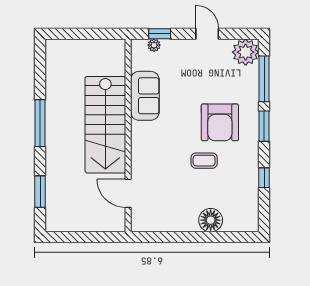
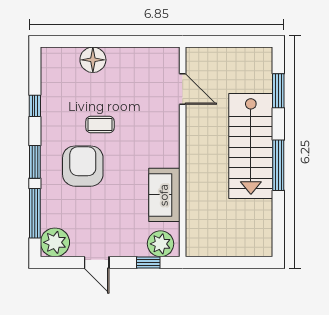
plant: (154, 45) -> (161, 244), width x1.87, depth x1.87
stairs: (105, 125) -> (251, 146), moved, turned 180

